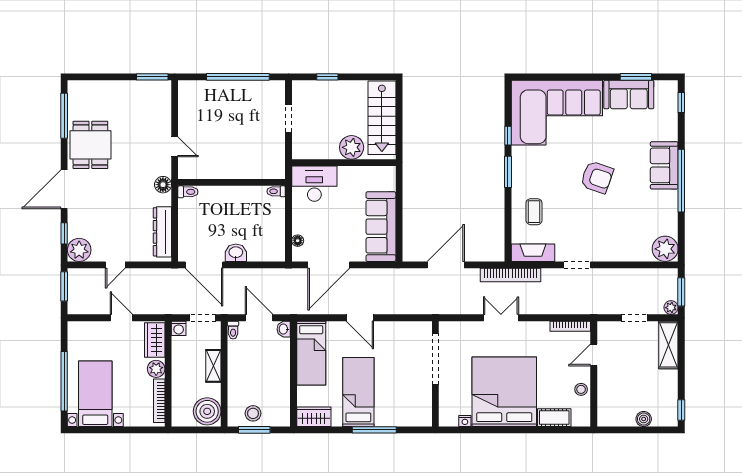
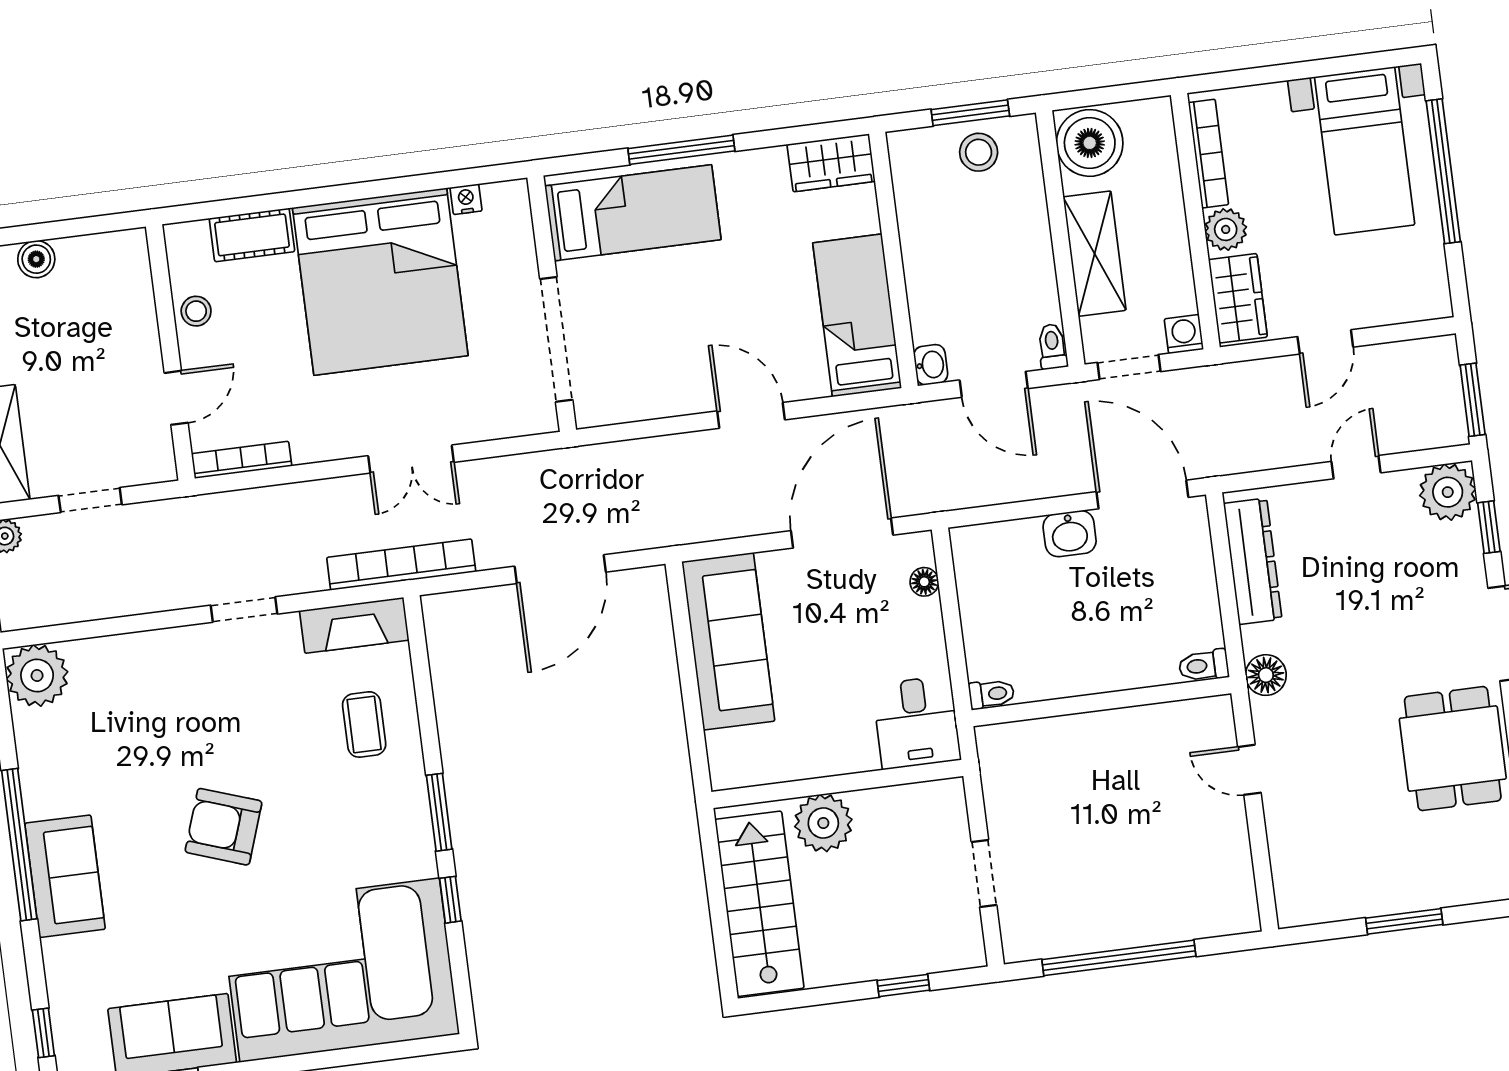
window: (152, 77) -> (1404, 921), moved
desk: (314, 184) -> (916, 722), width x0.73
door: (121, 318) -> (1325, 342), hinge flipped
shelving: (213, 366) -> (1095, 254), width x1.50, depth x1.33
bed: (358, 392) -> (633, 213), moved, turned -90

